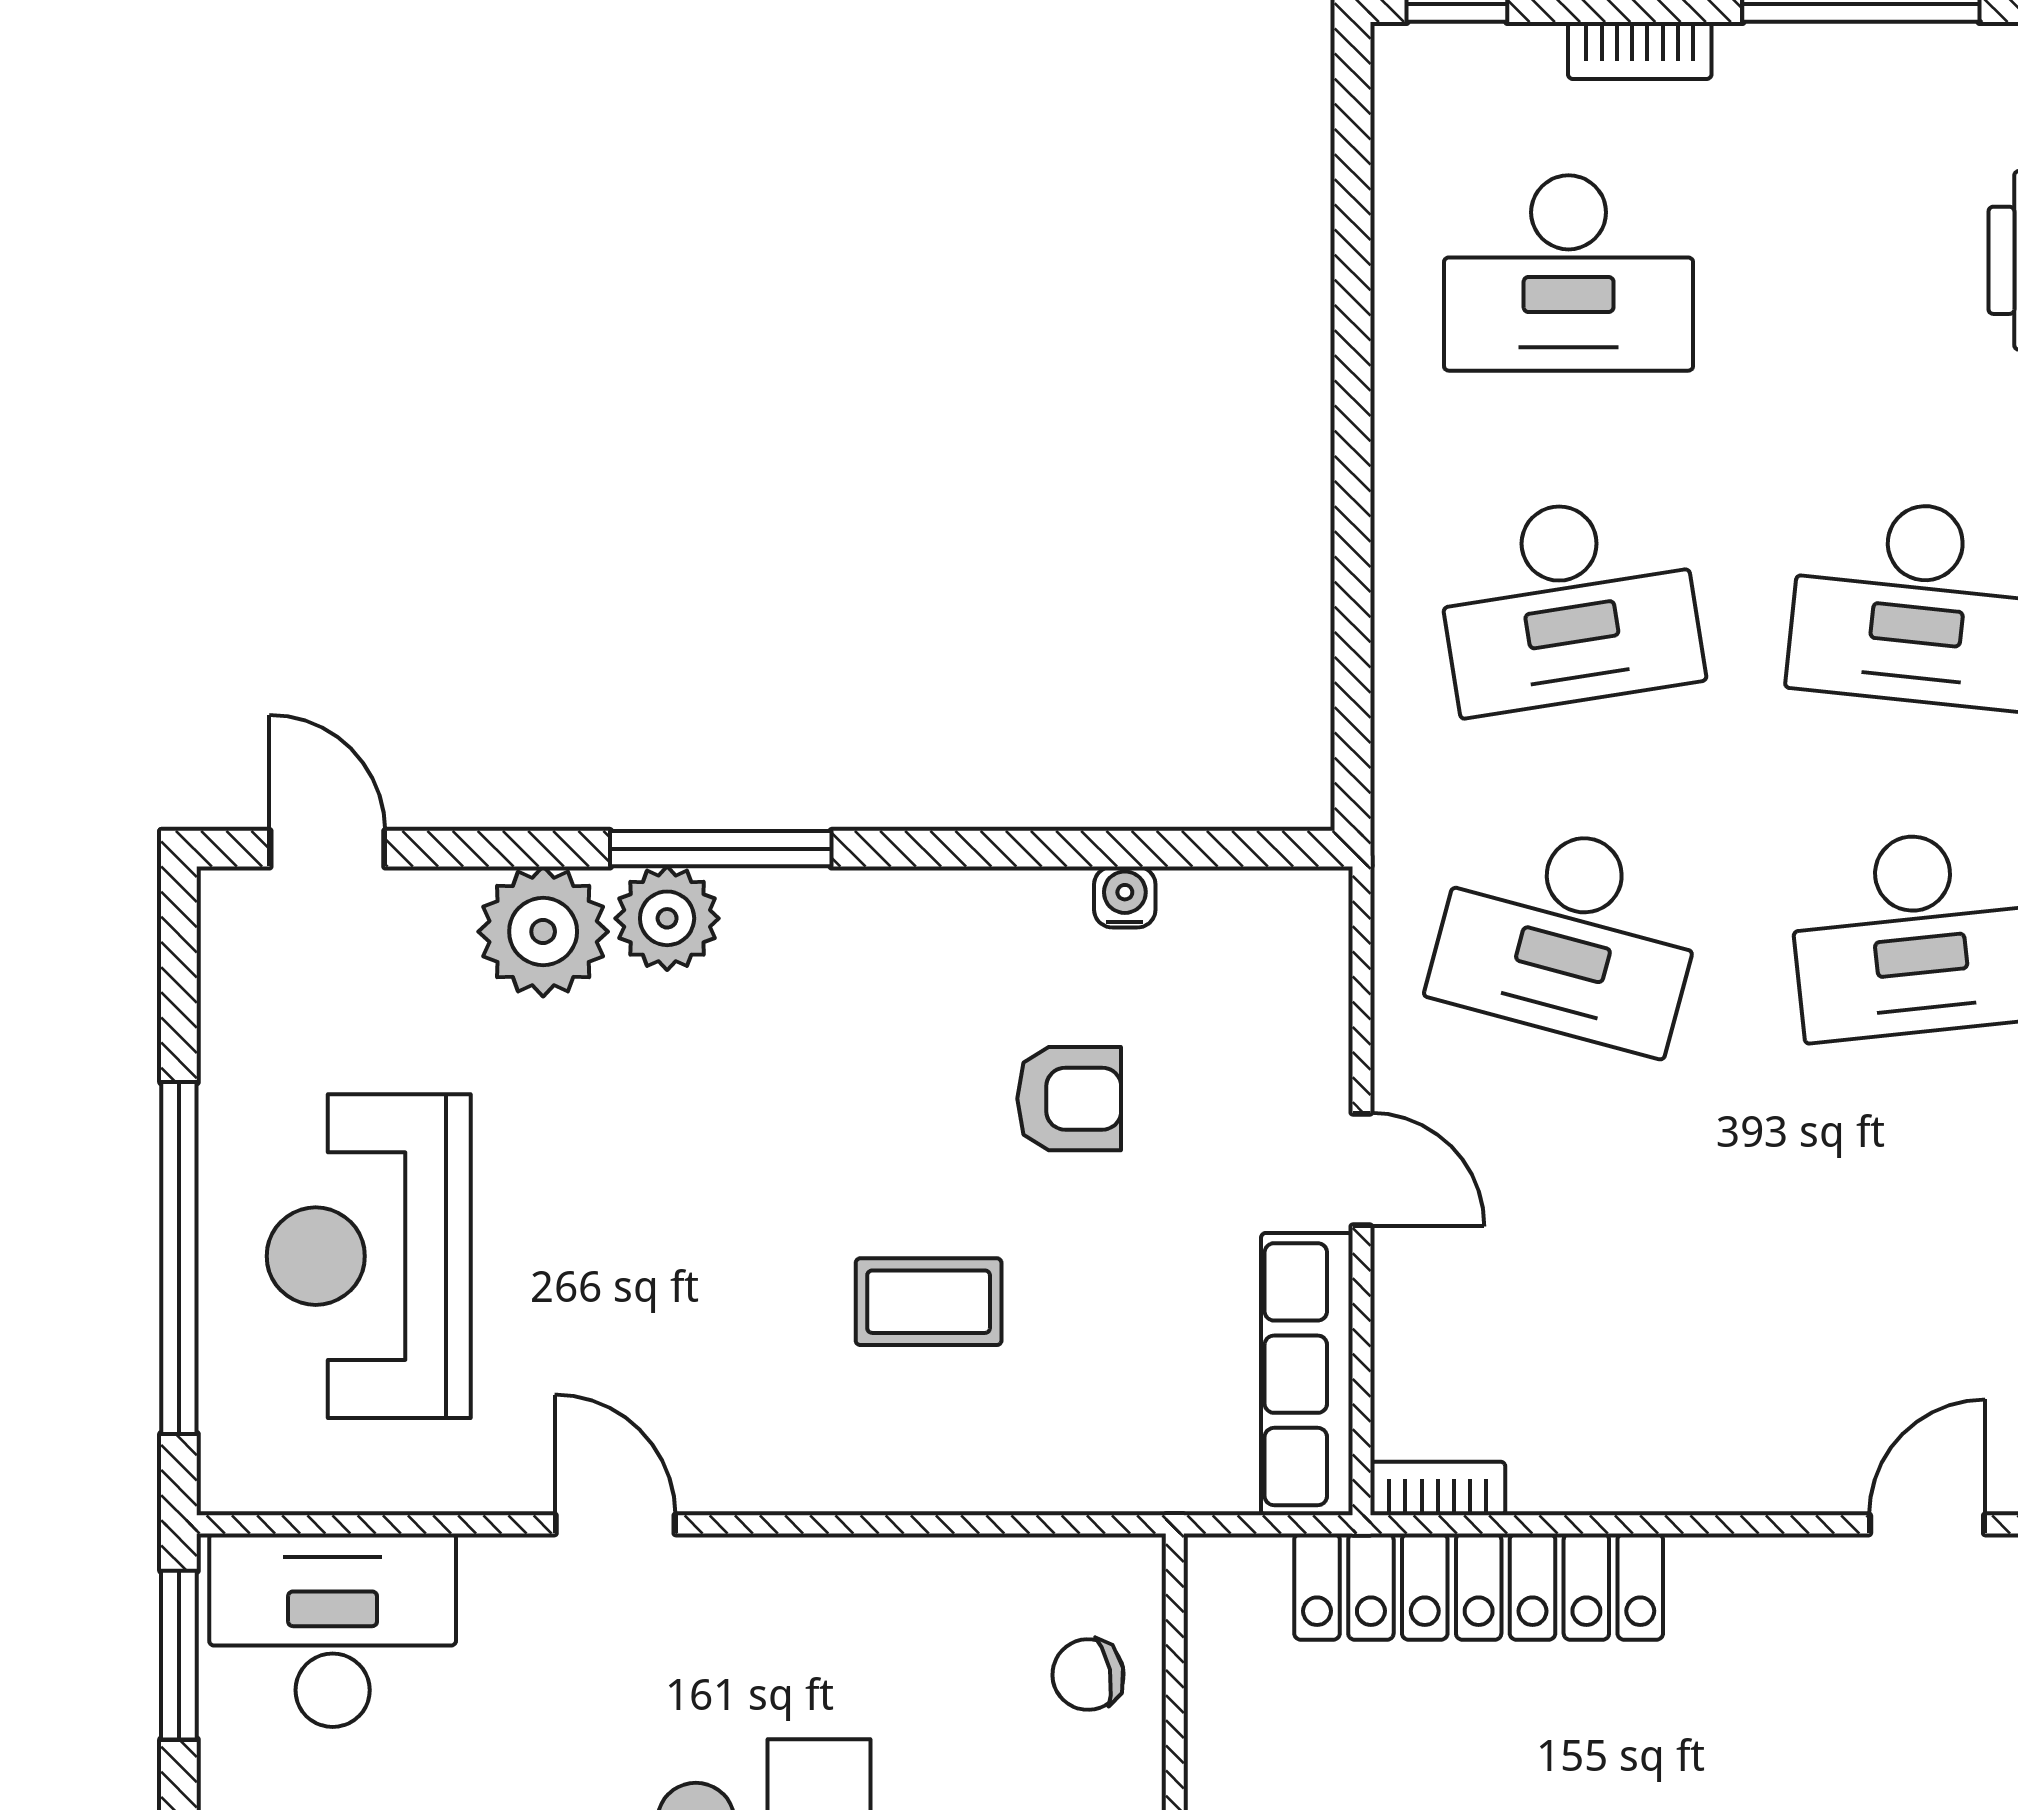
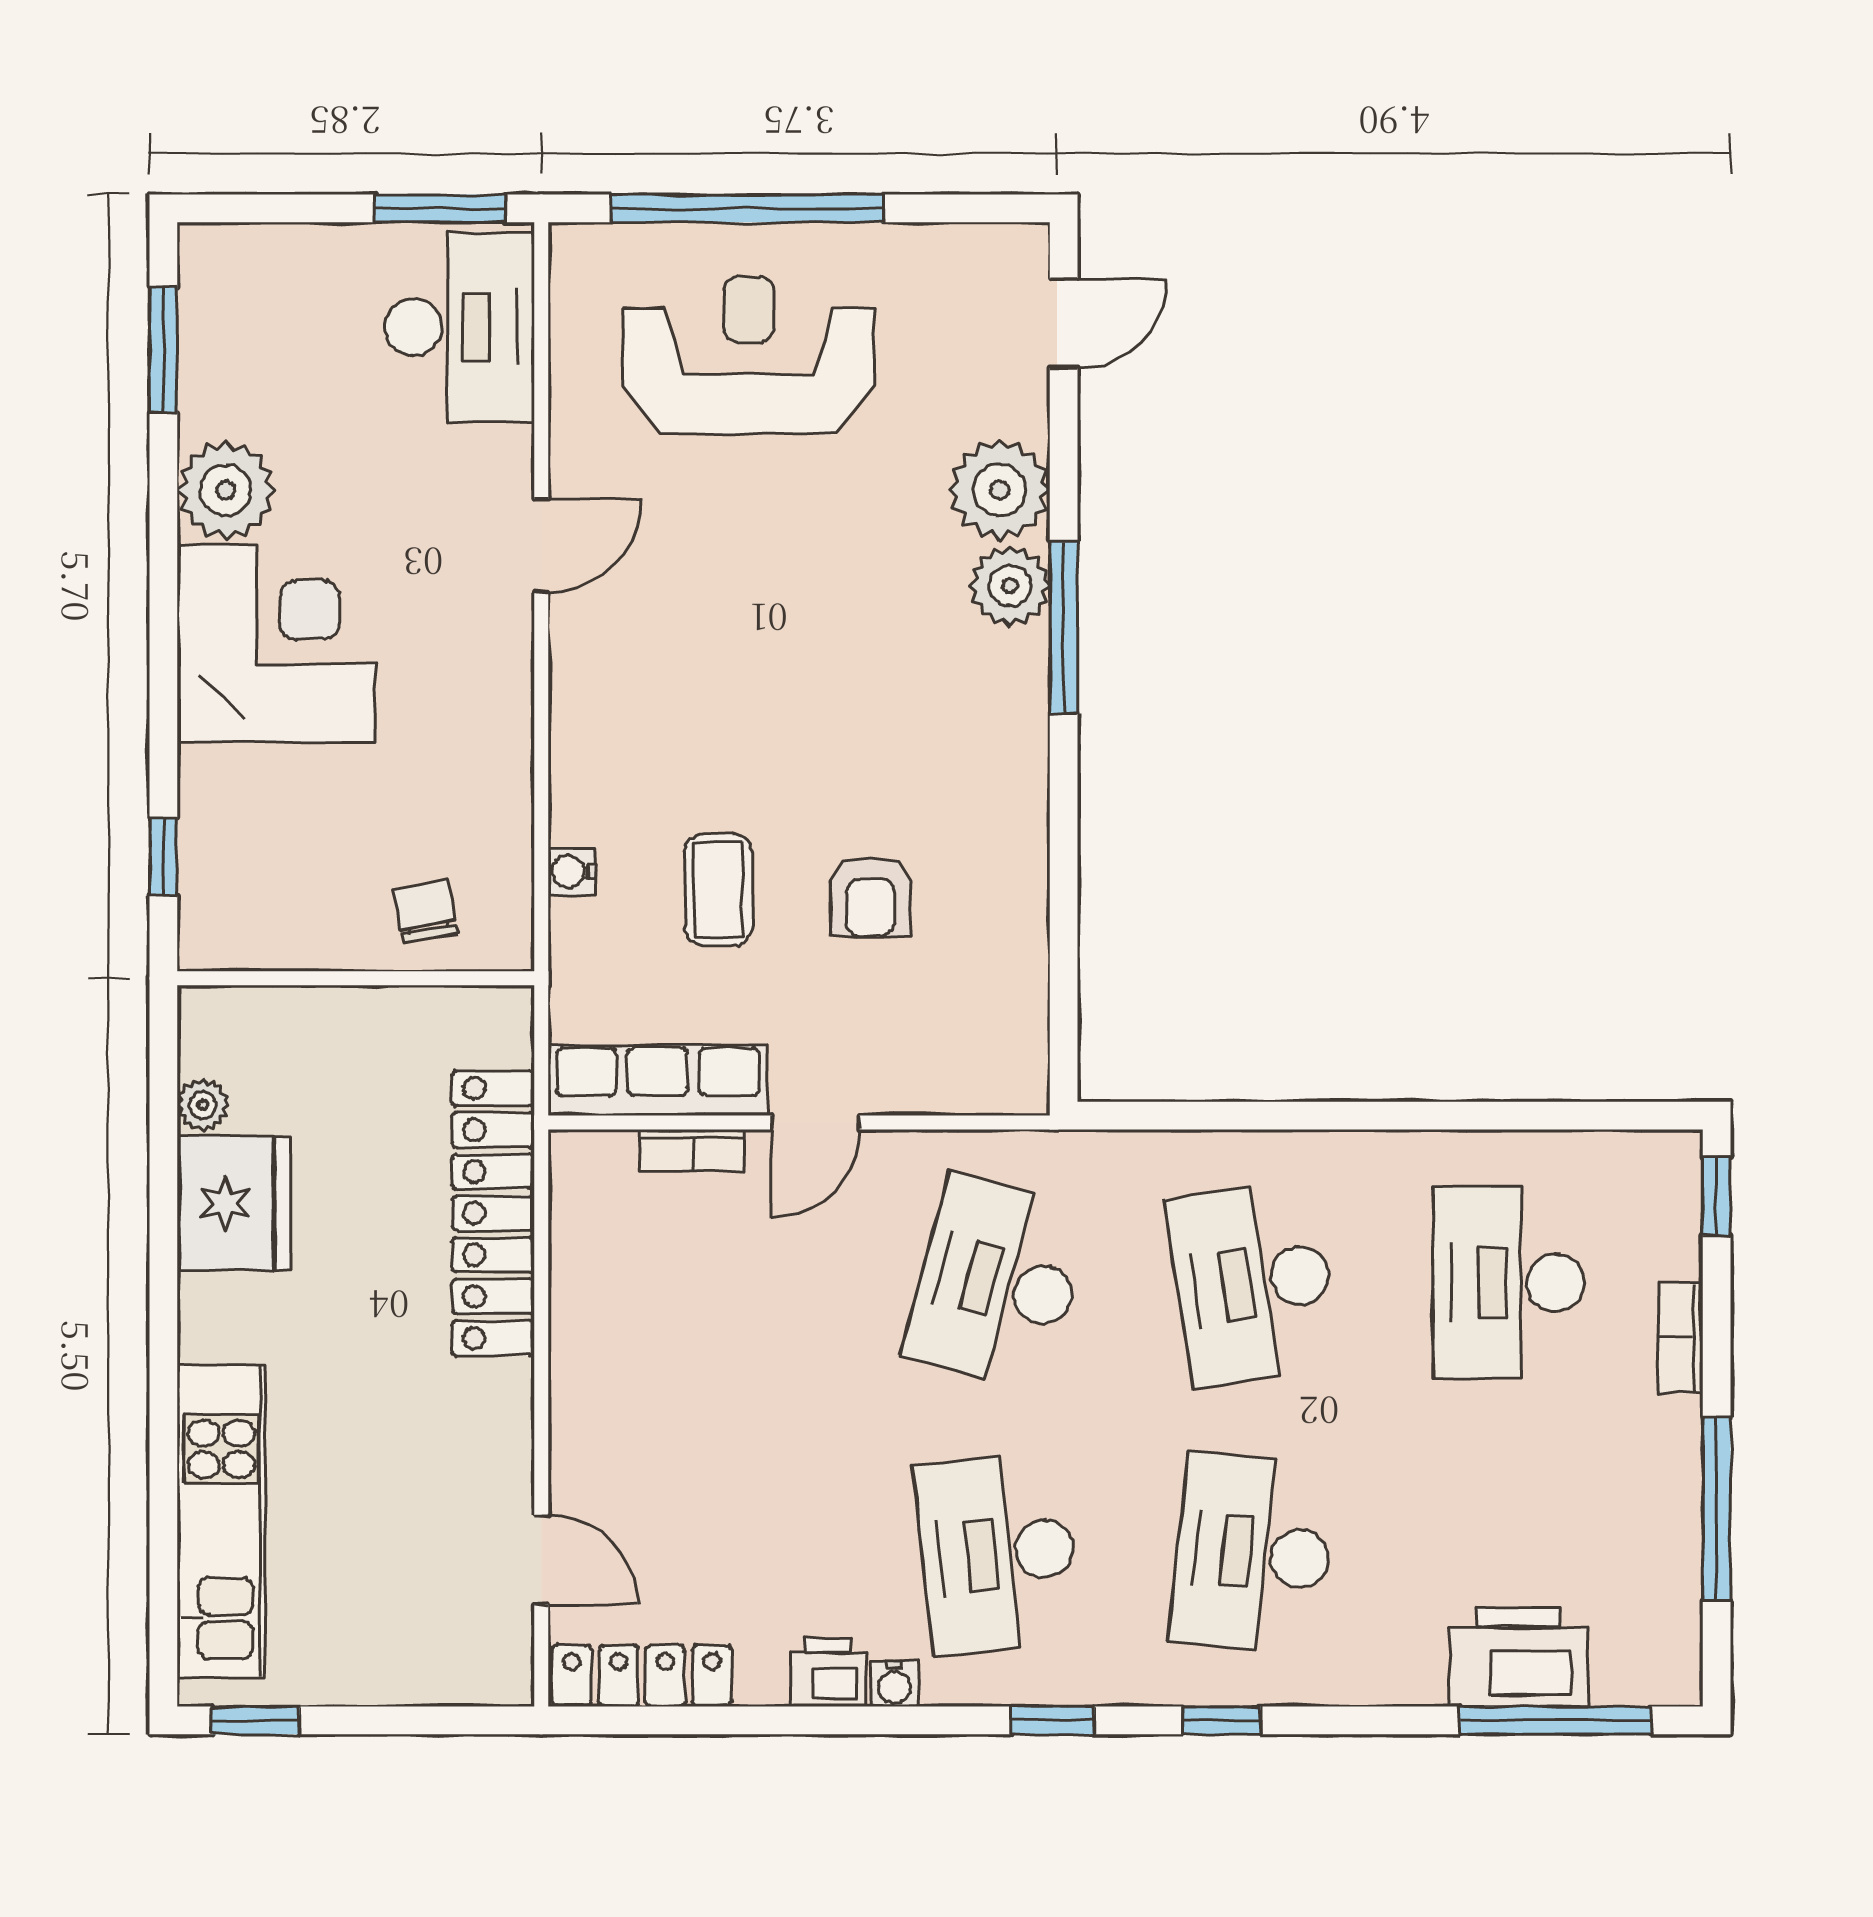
water cooler: (1125, 897) -> (572, 871), moved, turned 180
coffee table: (929, 1302) -> (718, 890), moved
bookcase: (1438, 1489) -> (692, 1150), moved, turned 90

